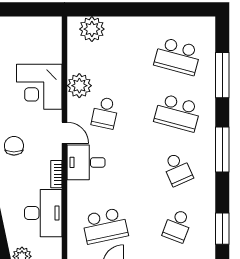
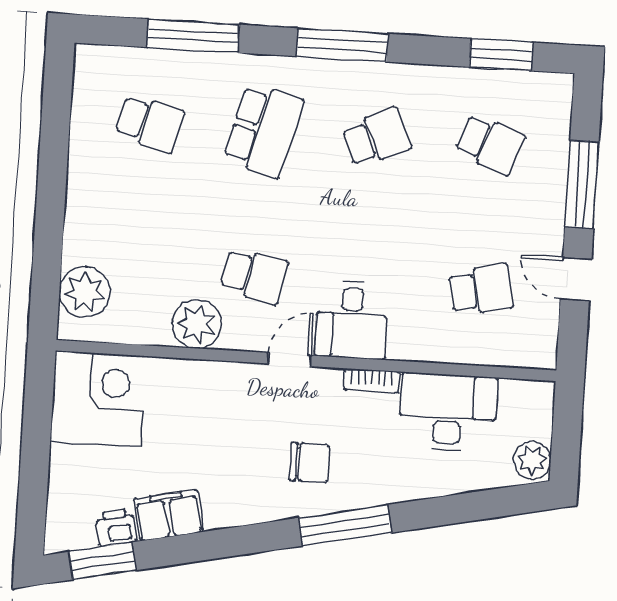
school desk: (177, 56) -> (150, 123), width x0.54
corner desk: (39, 87) -> (98, 399), moved, turned -90
chair: (14, 146) -> (309, 463), turned 180
school desk: (105, 226) -> (481, 290), width x0.54

